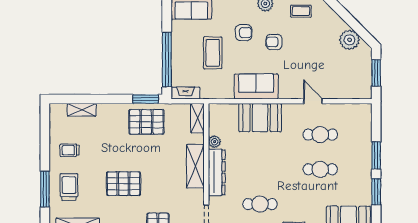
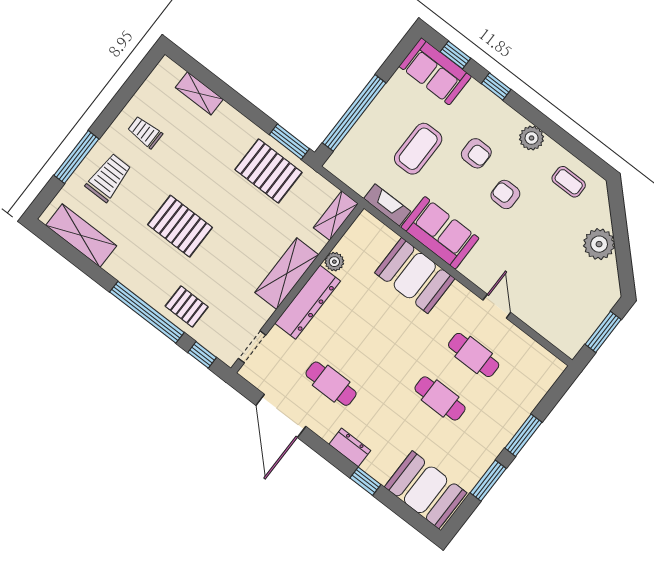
plant: (349, 40) -> (599, 244), moved
fireplace: (185, 93) -> (387, 205), moved

